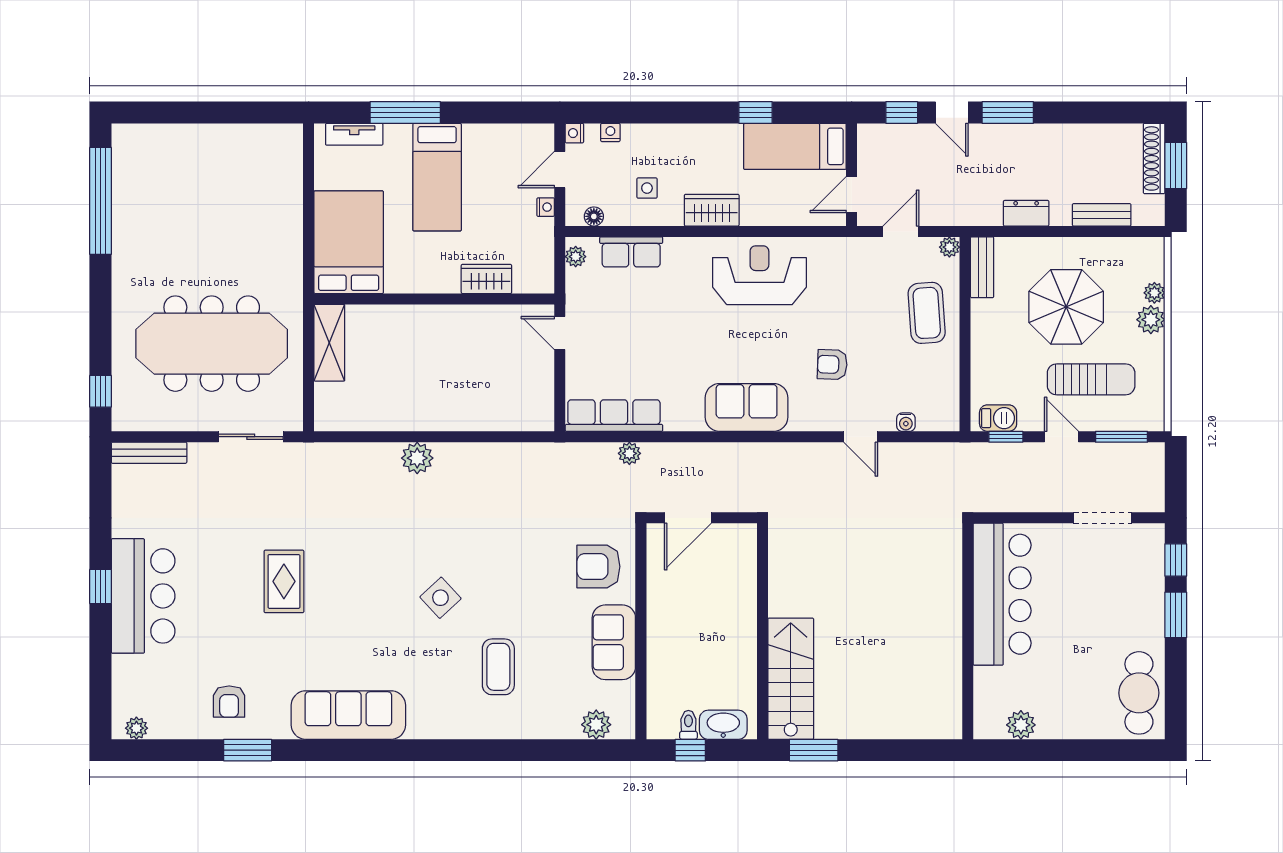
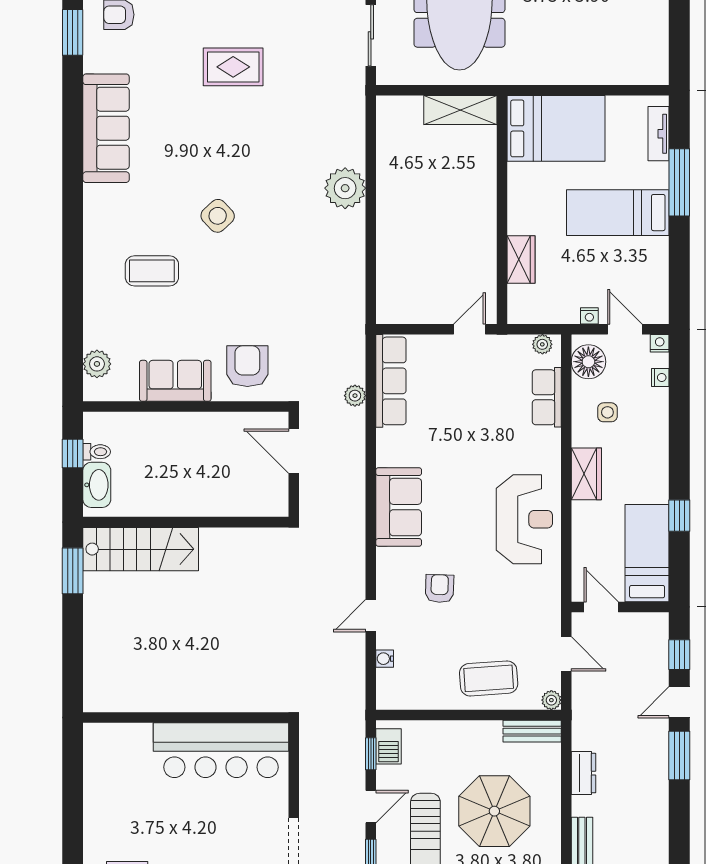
floor lamp: (594, 216) -> (588, 362), width x1.89, depth x1.89
plant: (417, 458) -> (345, 188), width x1.36, depth x1.36
plant: (1021, 725) -> (97, 768), removed

